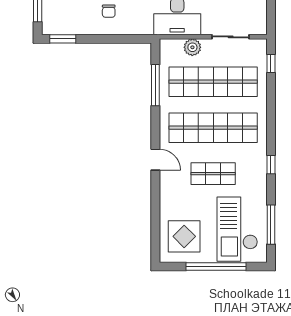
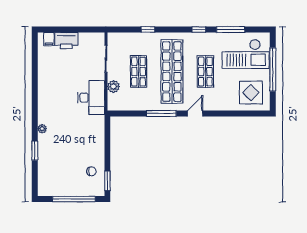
chair: (109, 11) -> (91, 171), moved
window: (271, 64) -> (148, 30), moved
shop shelf: (213, 82) -> (139, 72), width x0.50, depth x0.74
window: (155, 85) -> (161, 113), moved
window: (271, 225) -> (231, 30), moved

